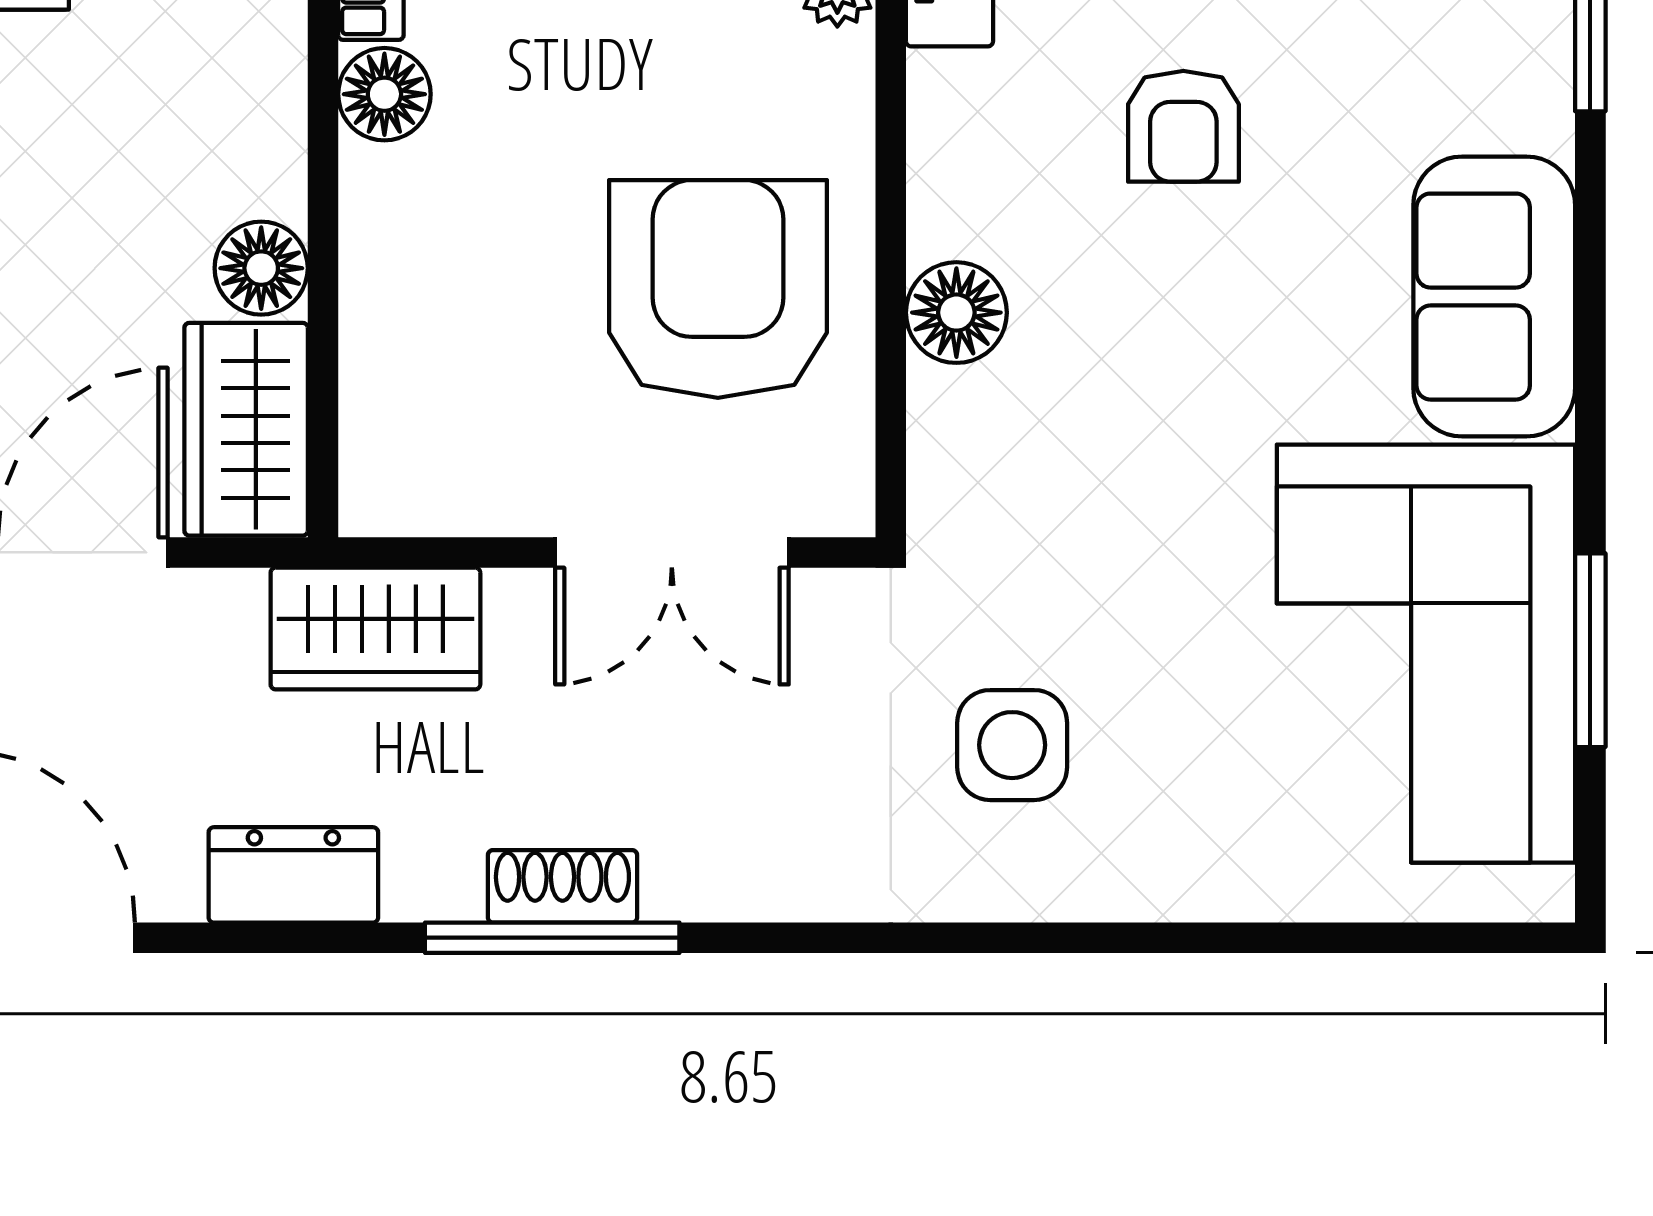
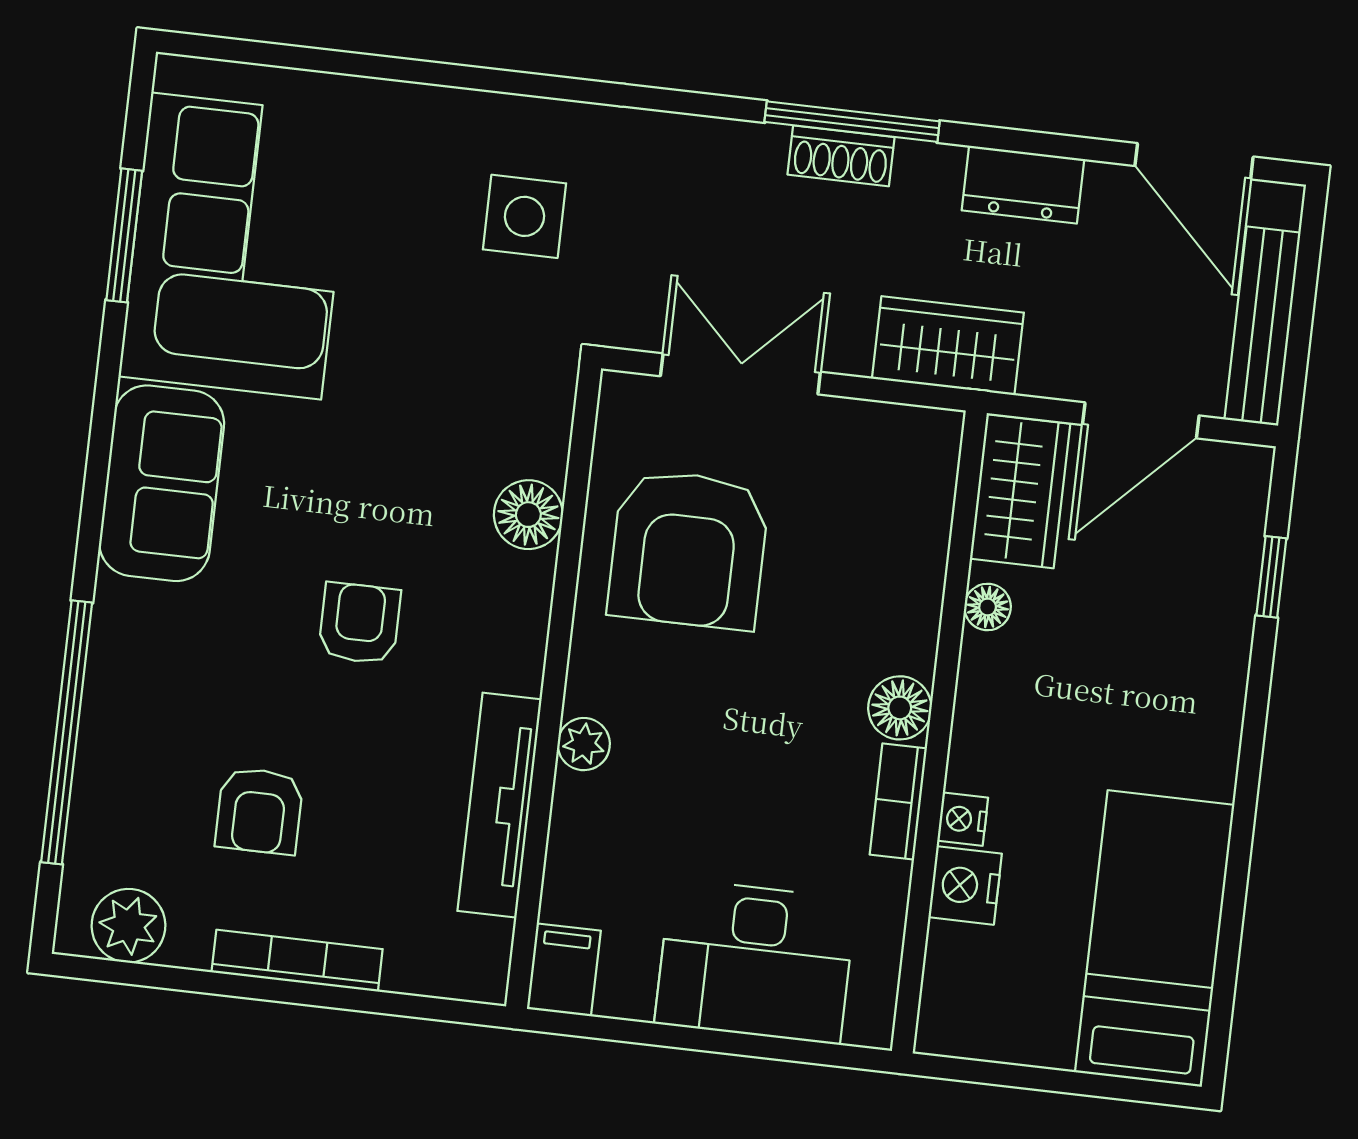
floor lamp: (261, 268) -> (988, 607), width x0.73, depth x0.73

